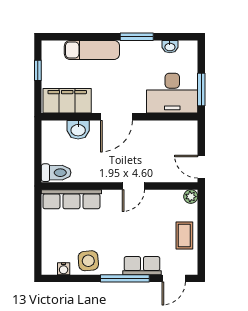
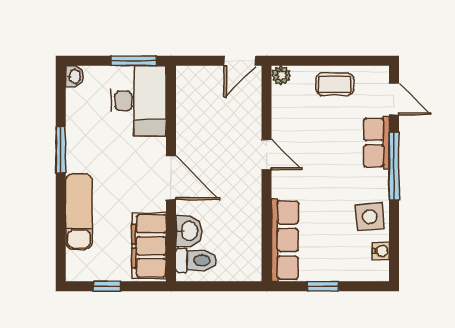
washbasin: (170, 47) -> (74, 77), moved
toilet: (56, 173) -> (196, 260), moved, turned 90
window: (38, 227) -> (323, 286), added

